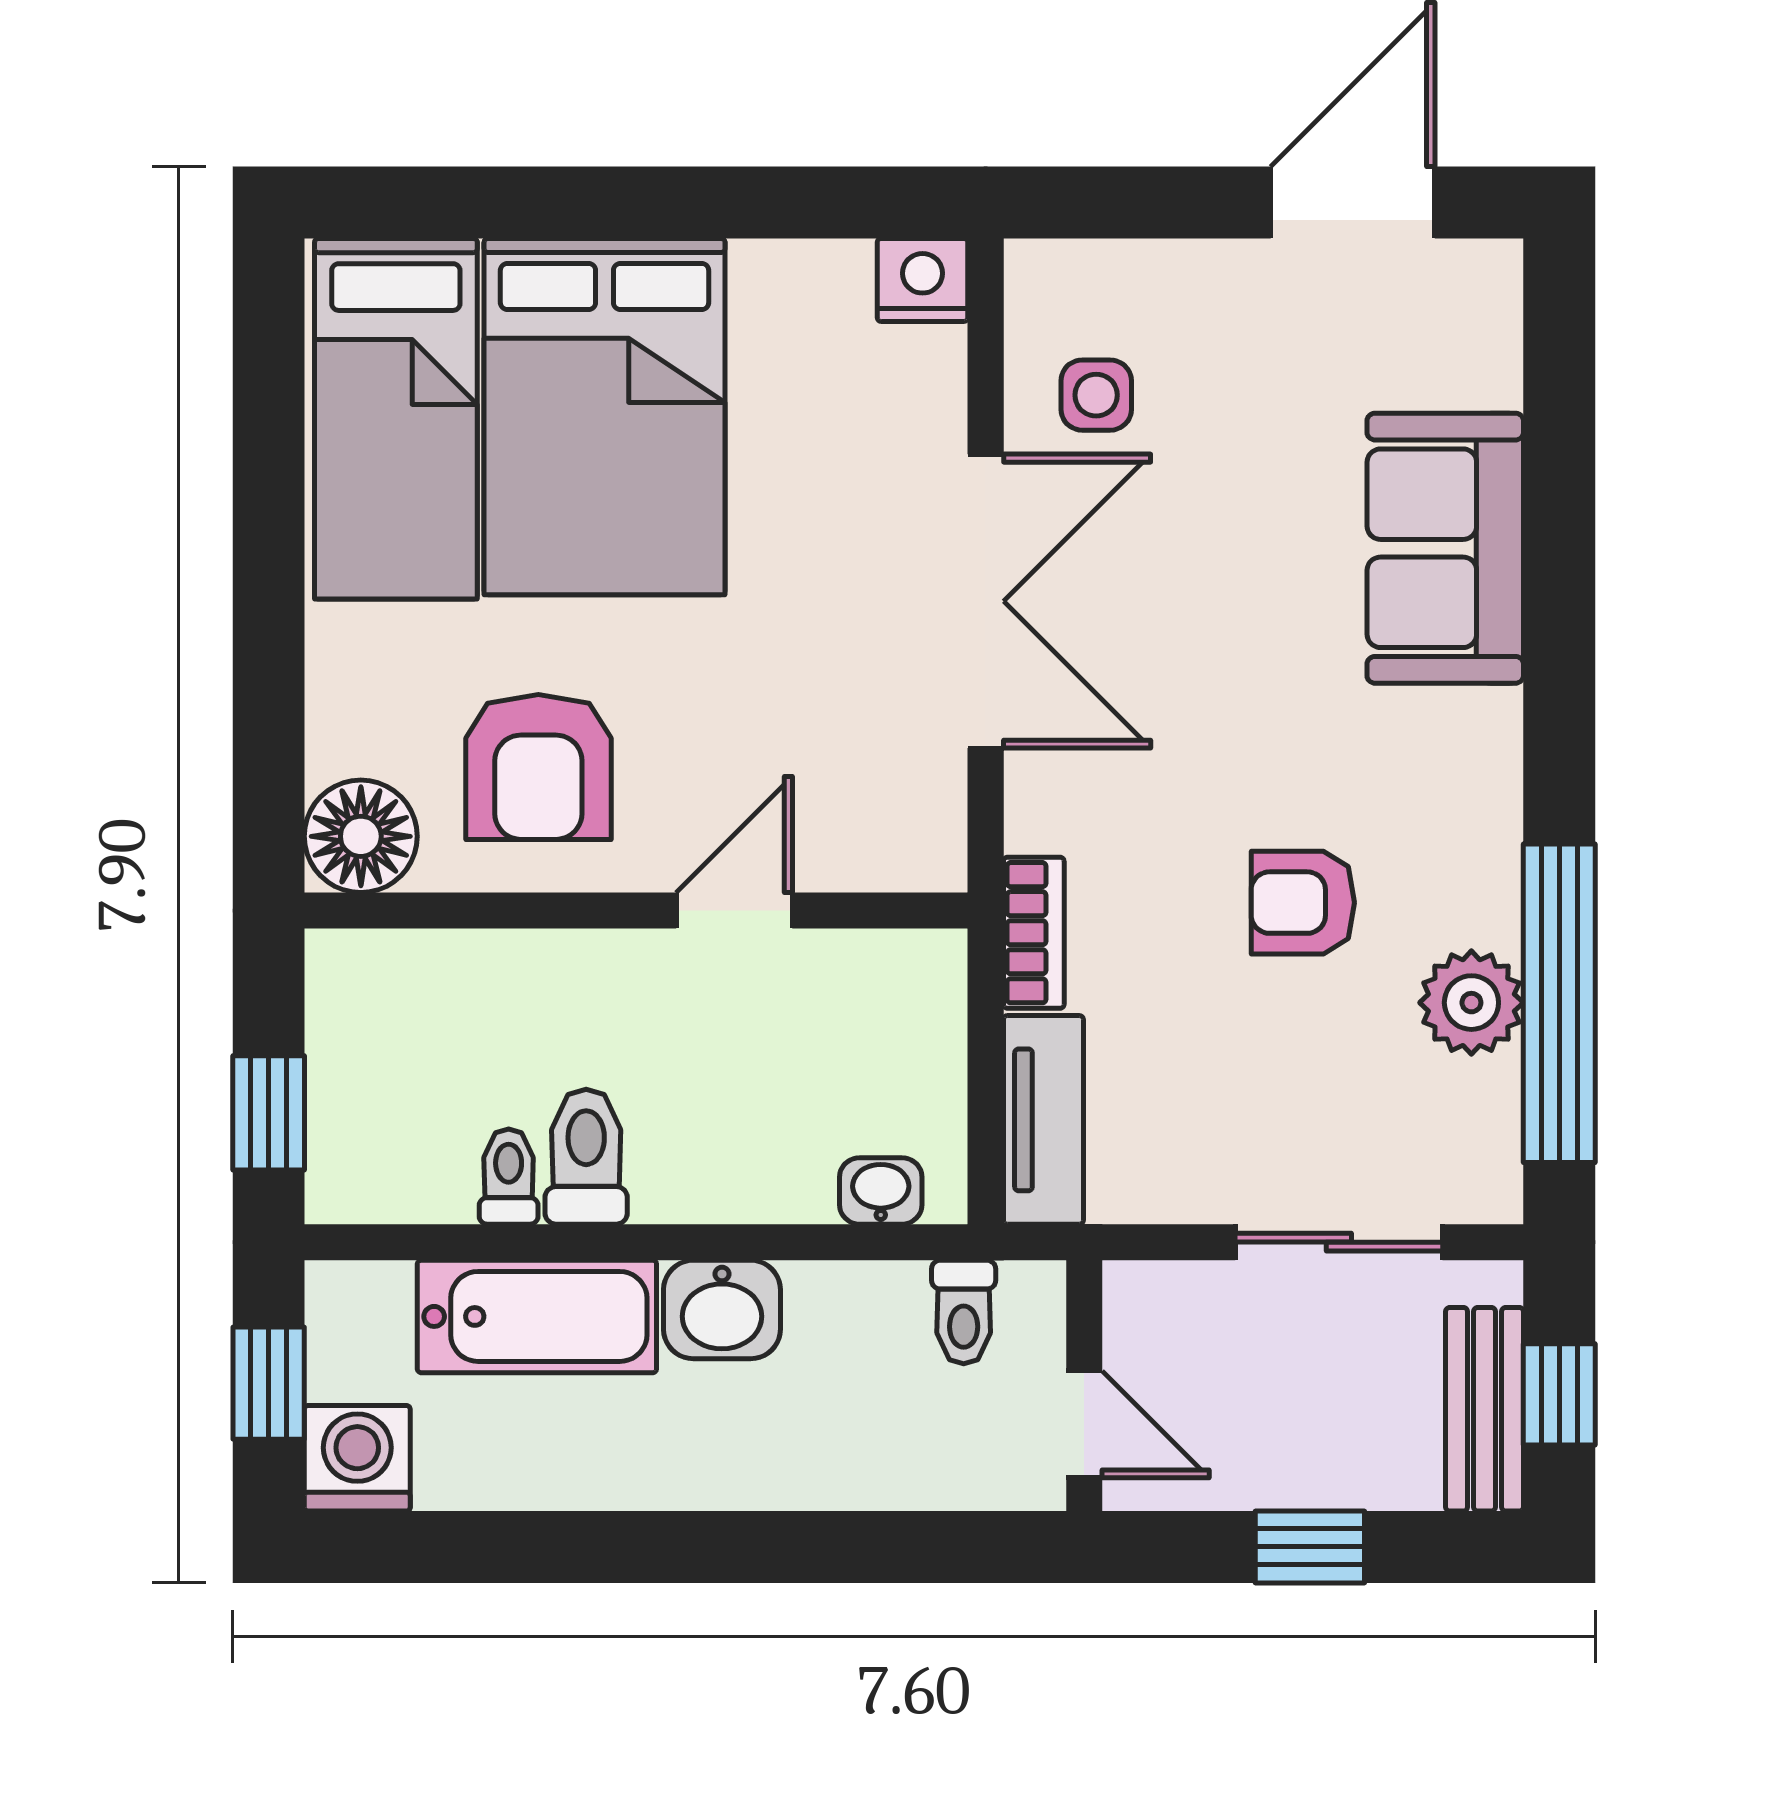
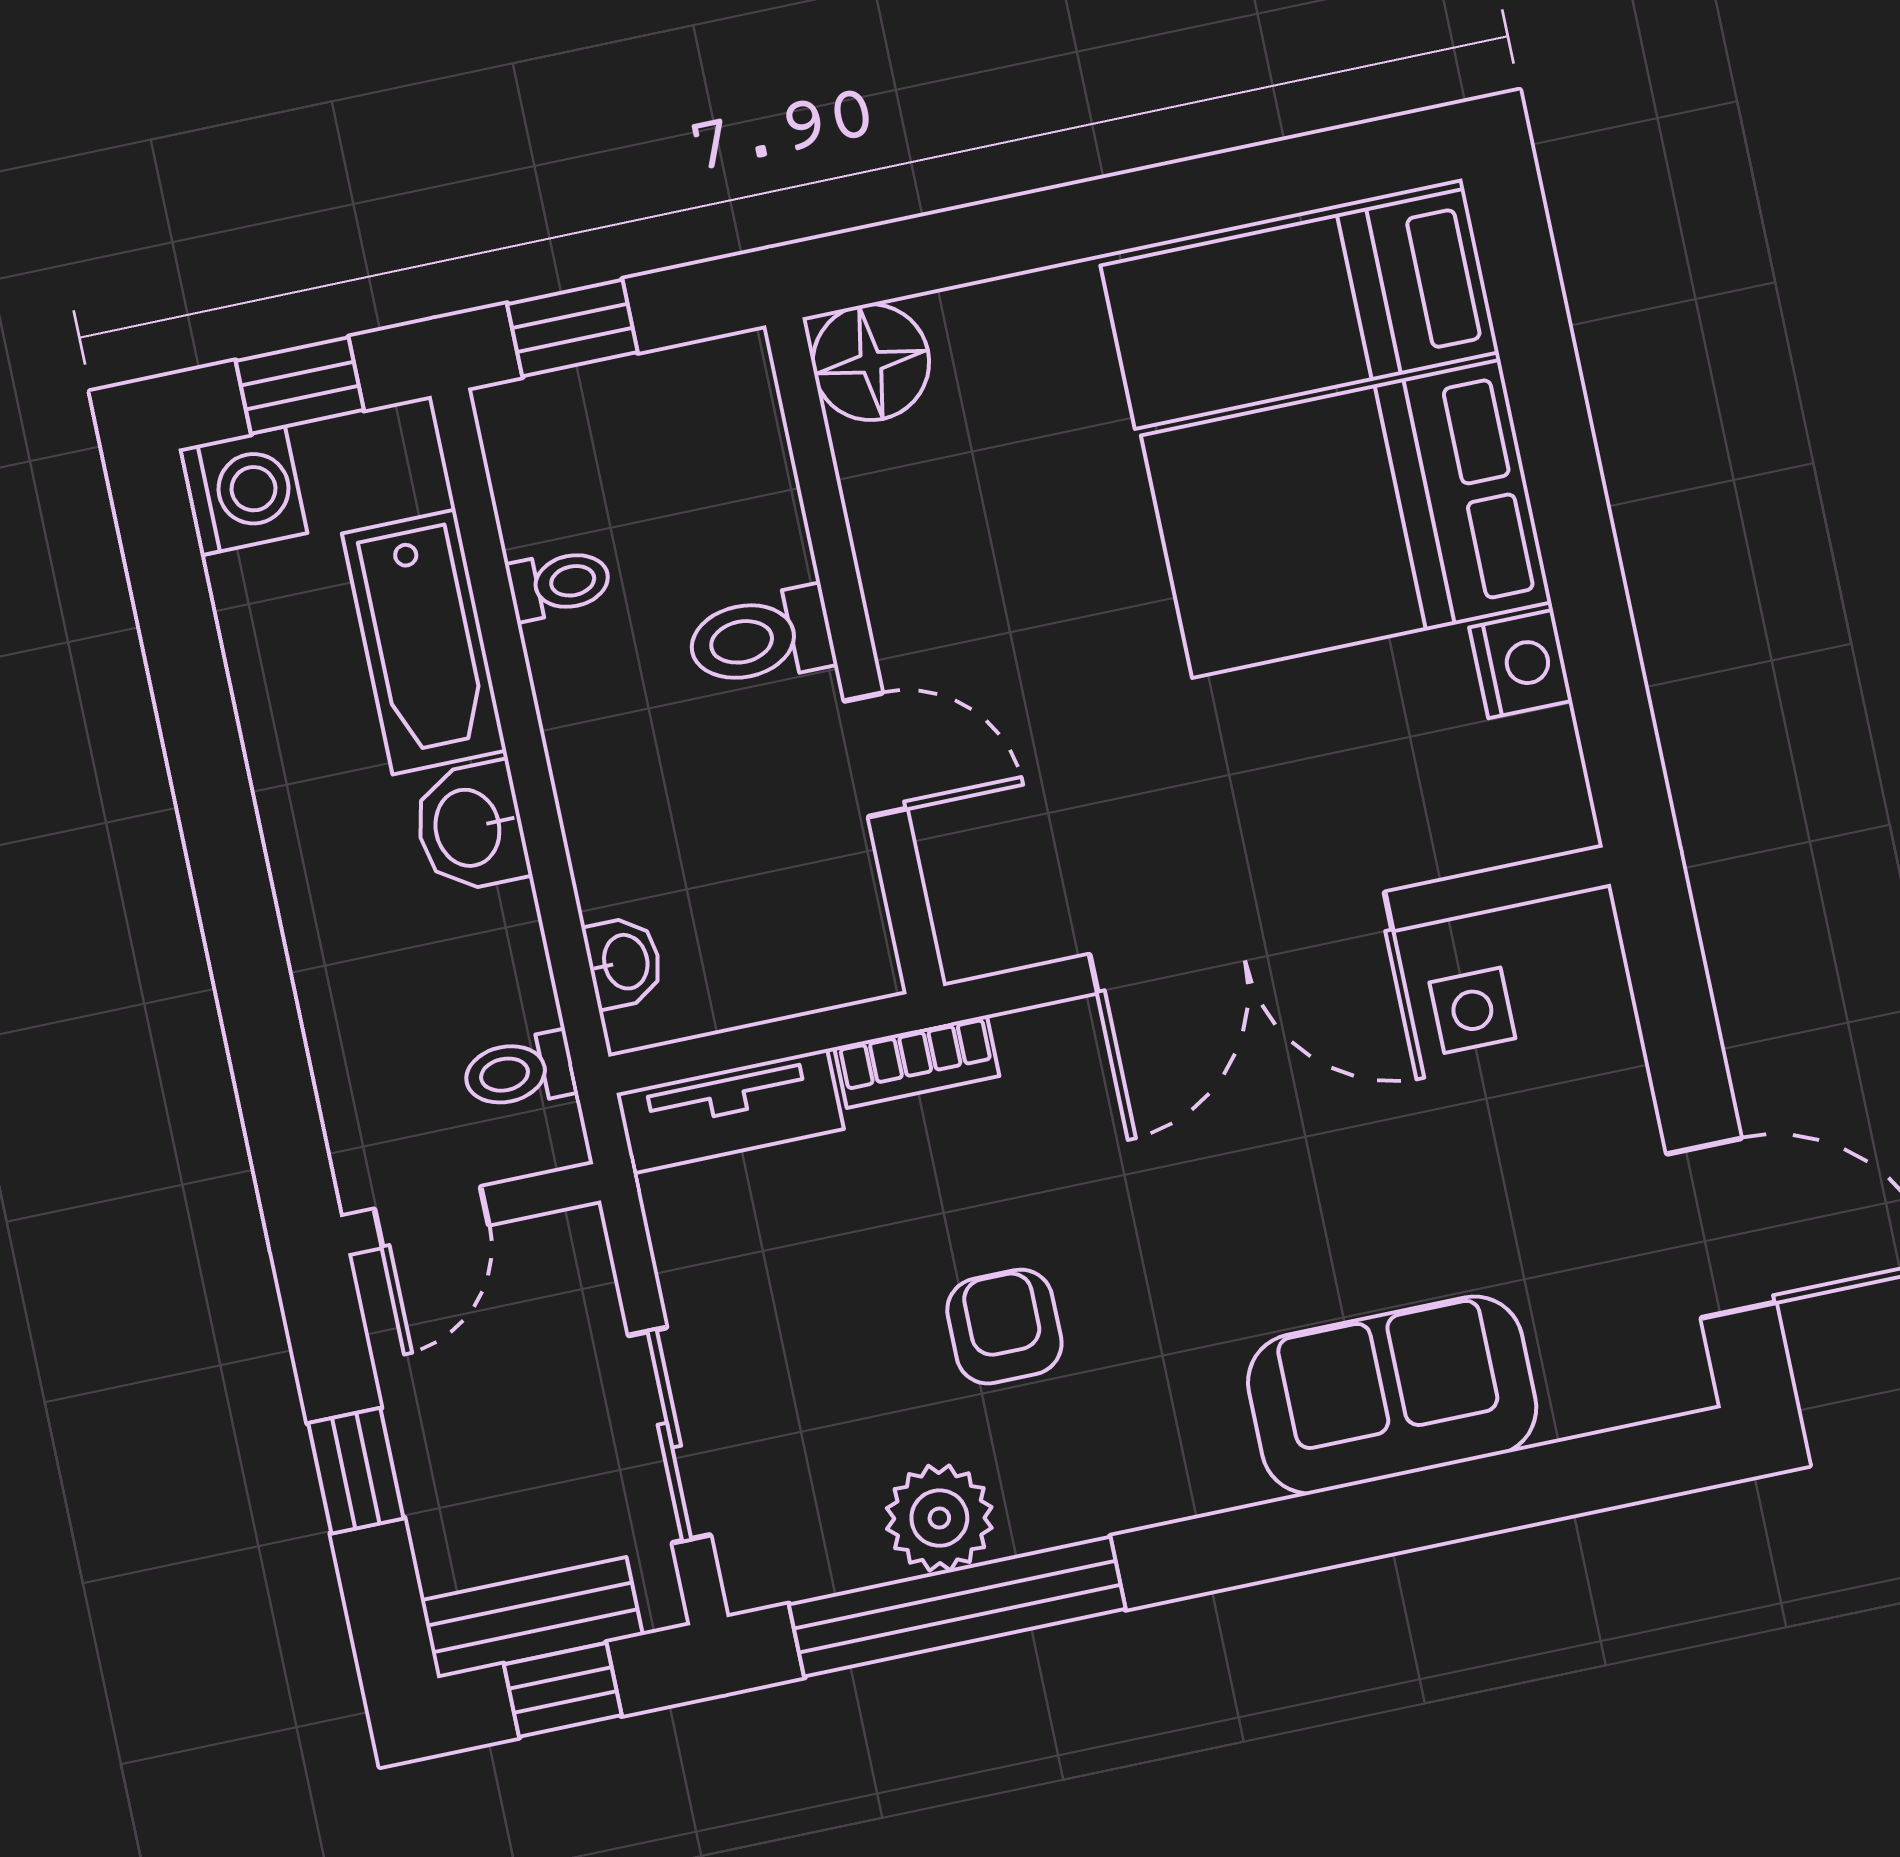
nightstand: (923, 280) -> (1521, 664), moved
armchair: (538, 767) -> (979, 527), removed
toilet: (586, 1157) -> (761, 638), moved, turned 180

